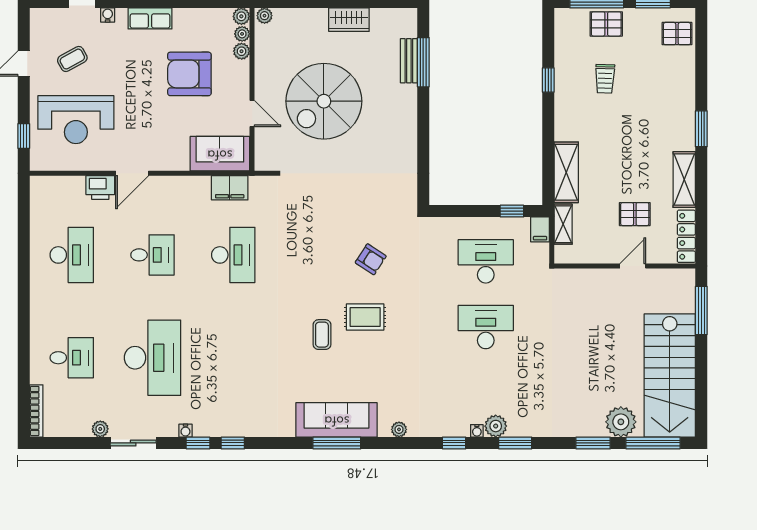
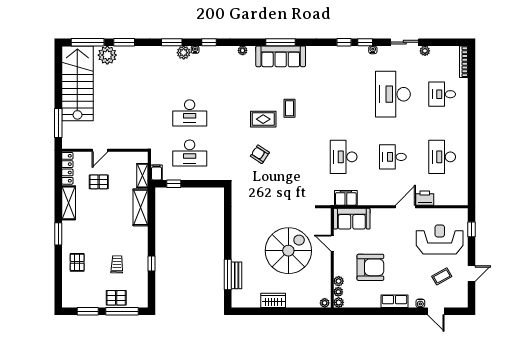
pallet: (677, 34) -> (77, 262), moved, turned 90

